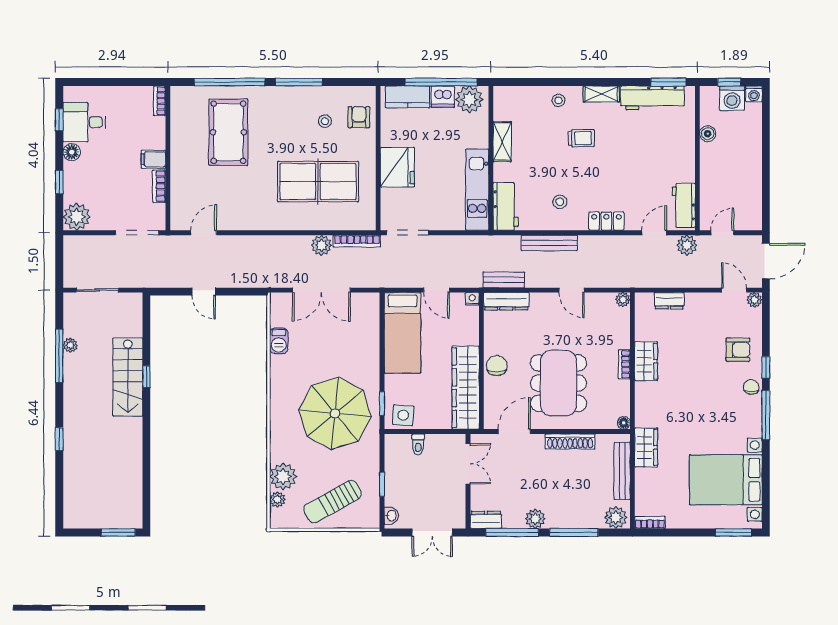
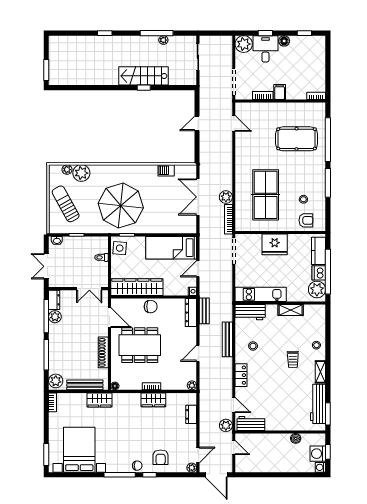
desk: (84, 122) -> (265, 49), moved
plant: (535, 519) -> (55, 317), moved

